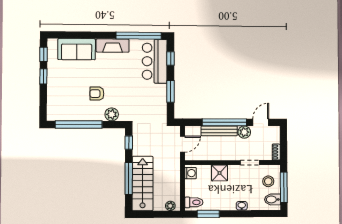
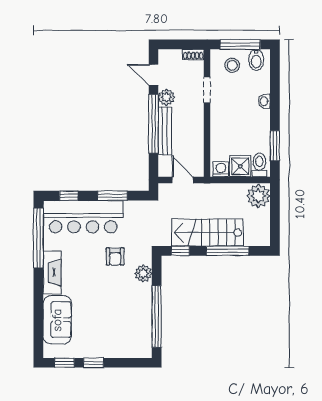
bar counter: (155, 61) -> (83, 217), width x1.36
armchair: (97, 94) -> (115, 257), moved
shower: (220, 173) -> (240, 166), moved
stairs: (143, 183) -> (207, 233), moved
plant: (170, 206) -> (258, 196), width x1.88, depth x1.88

